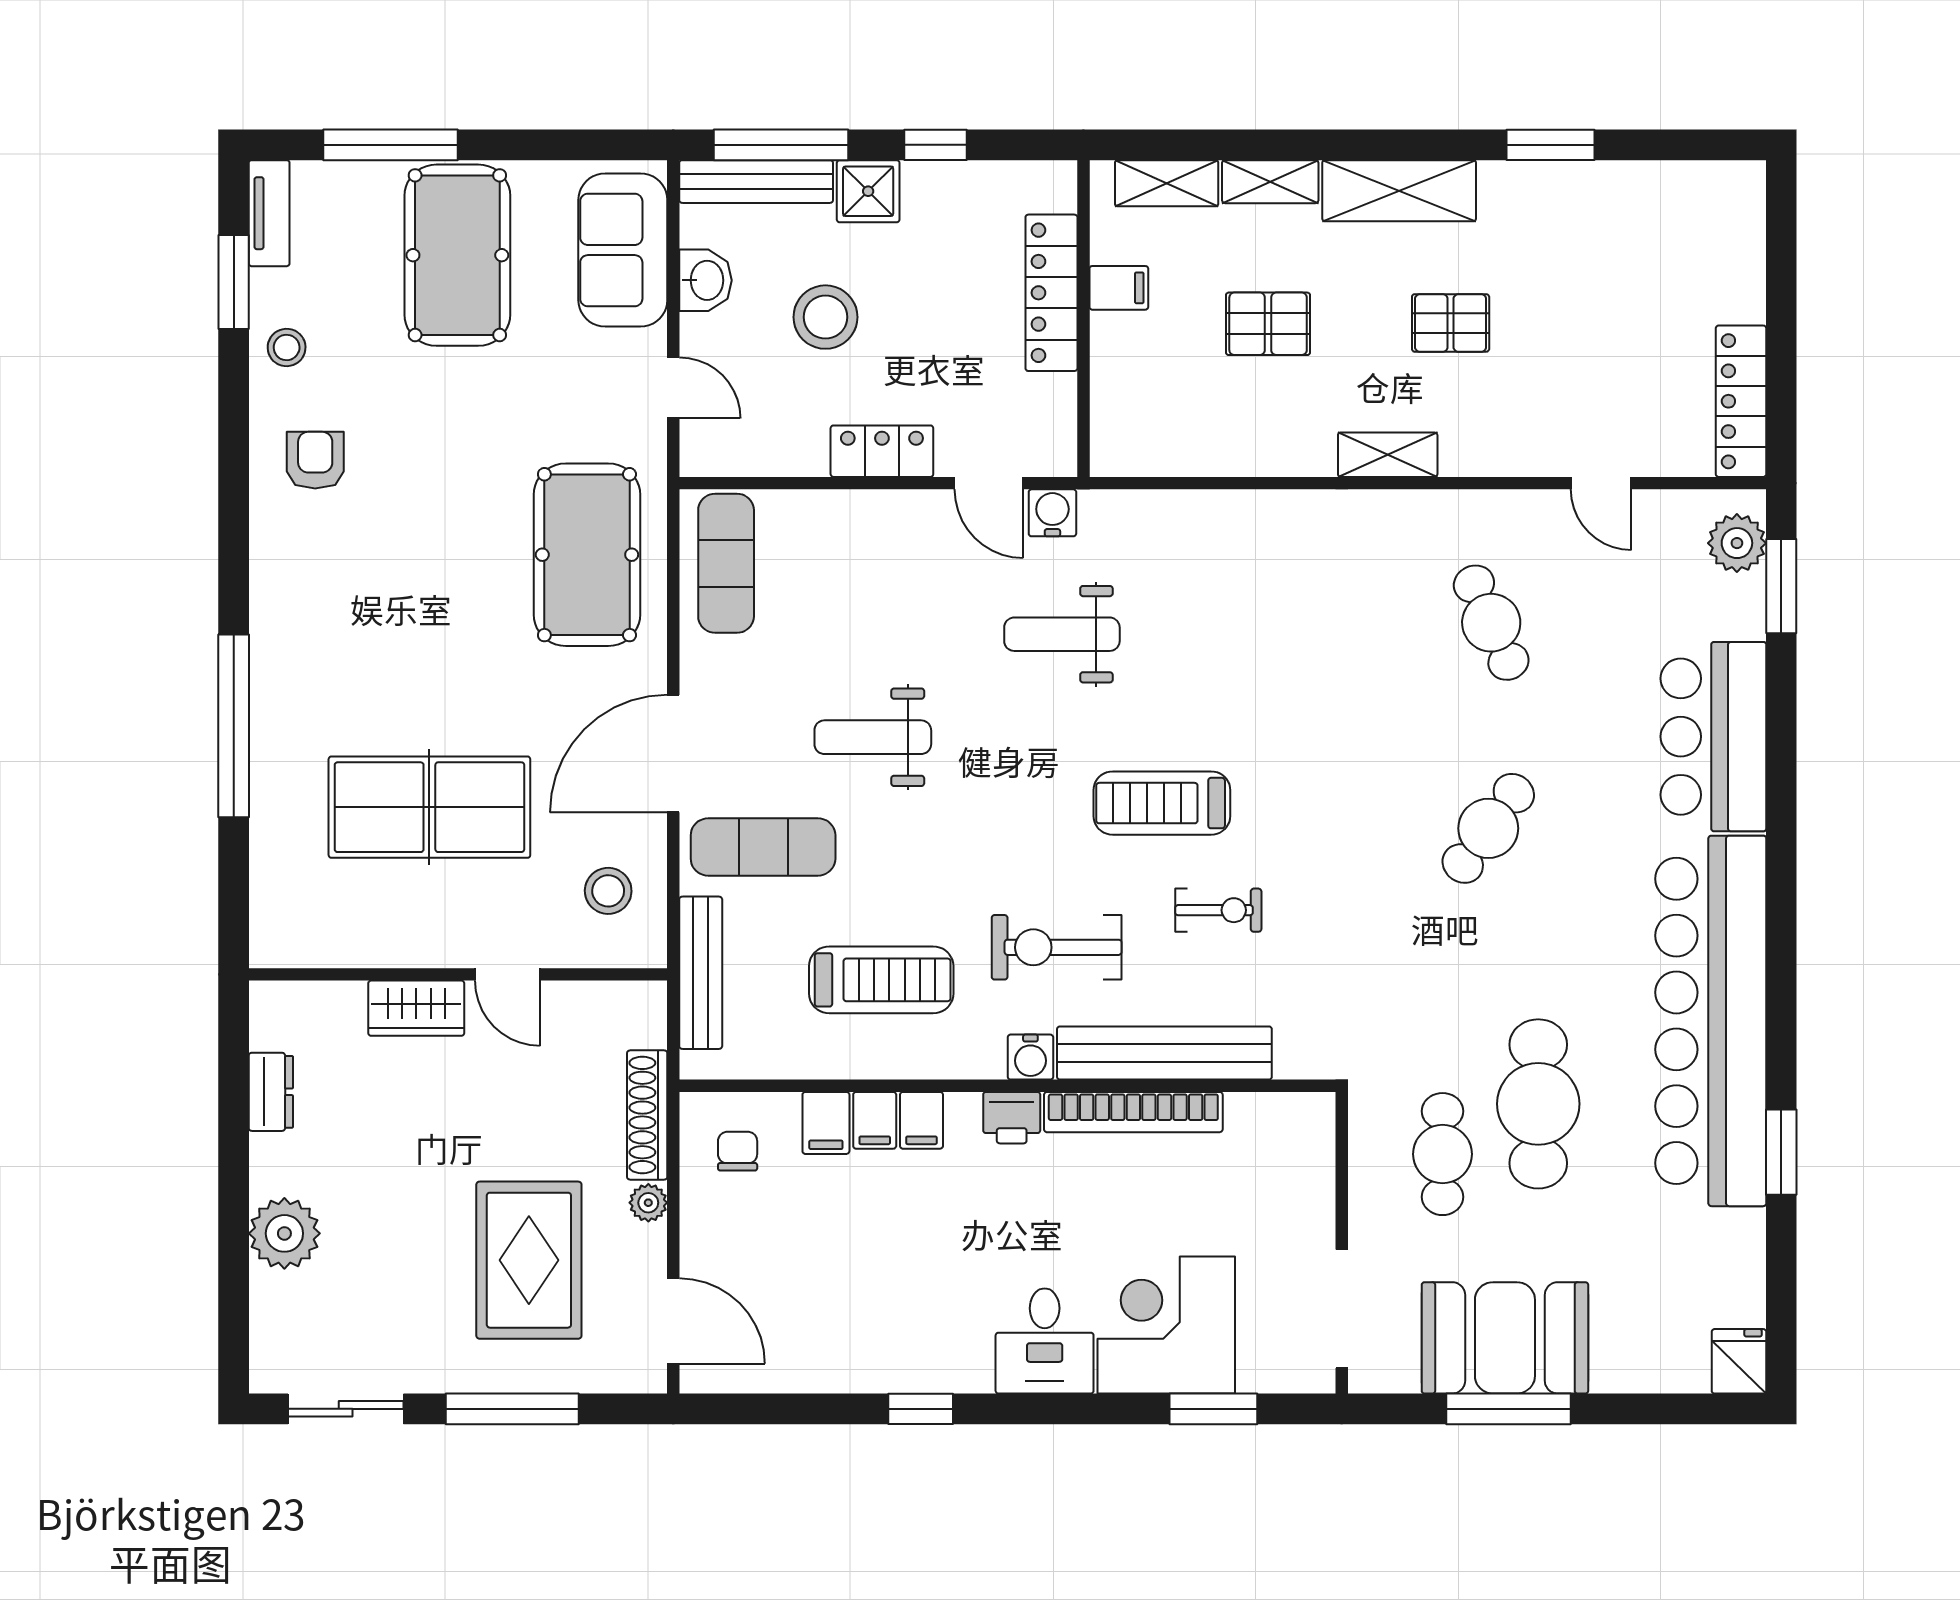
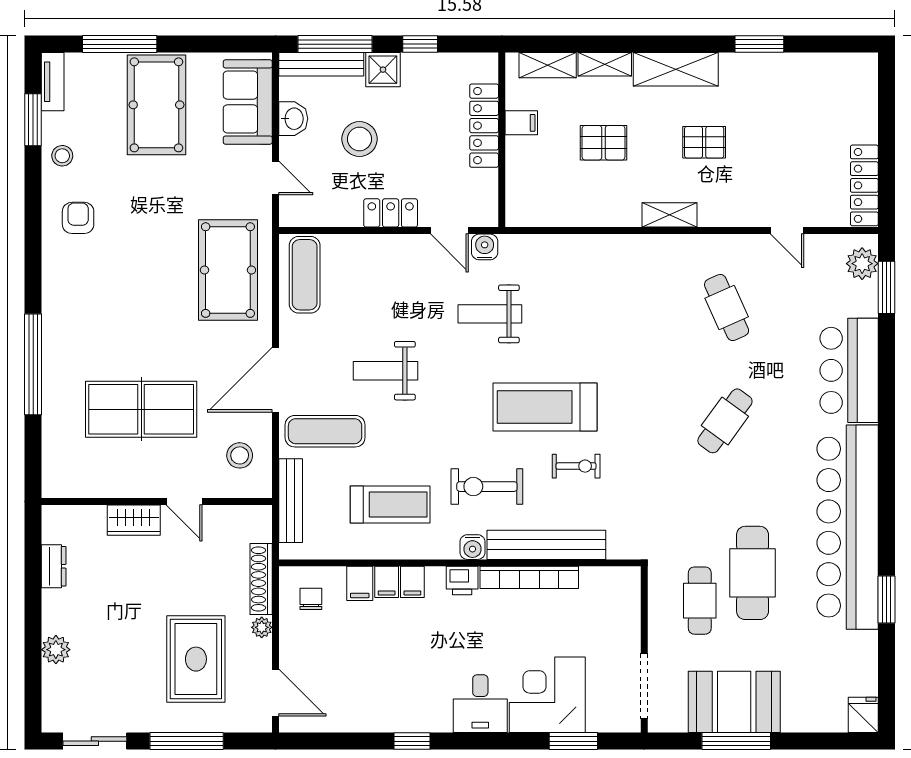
treadmill: (1162, 803) -> (545, 407), width x1.37, depth x1.37
plant: (284, 1233) -> (56, 650), width x0.73, depth x0.73

